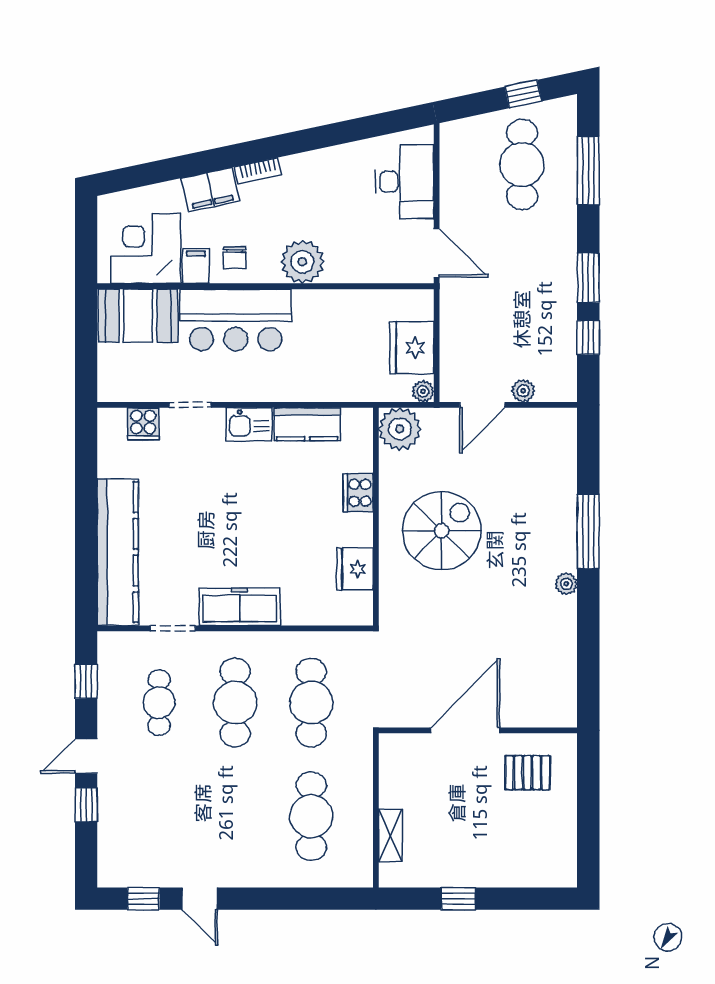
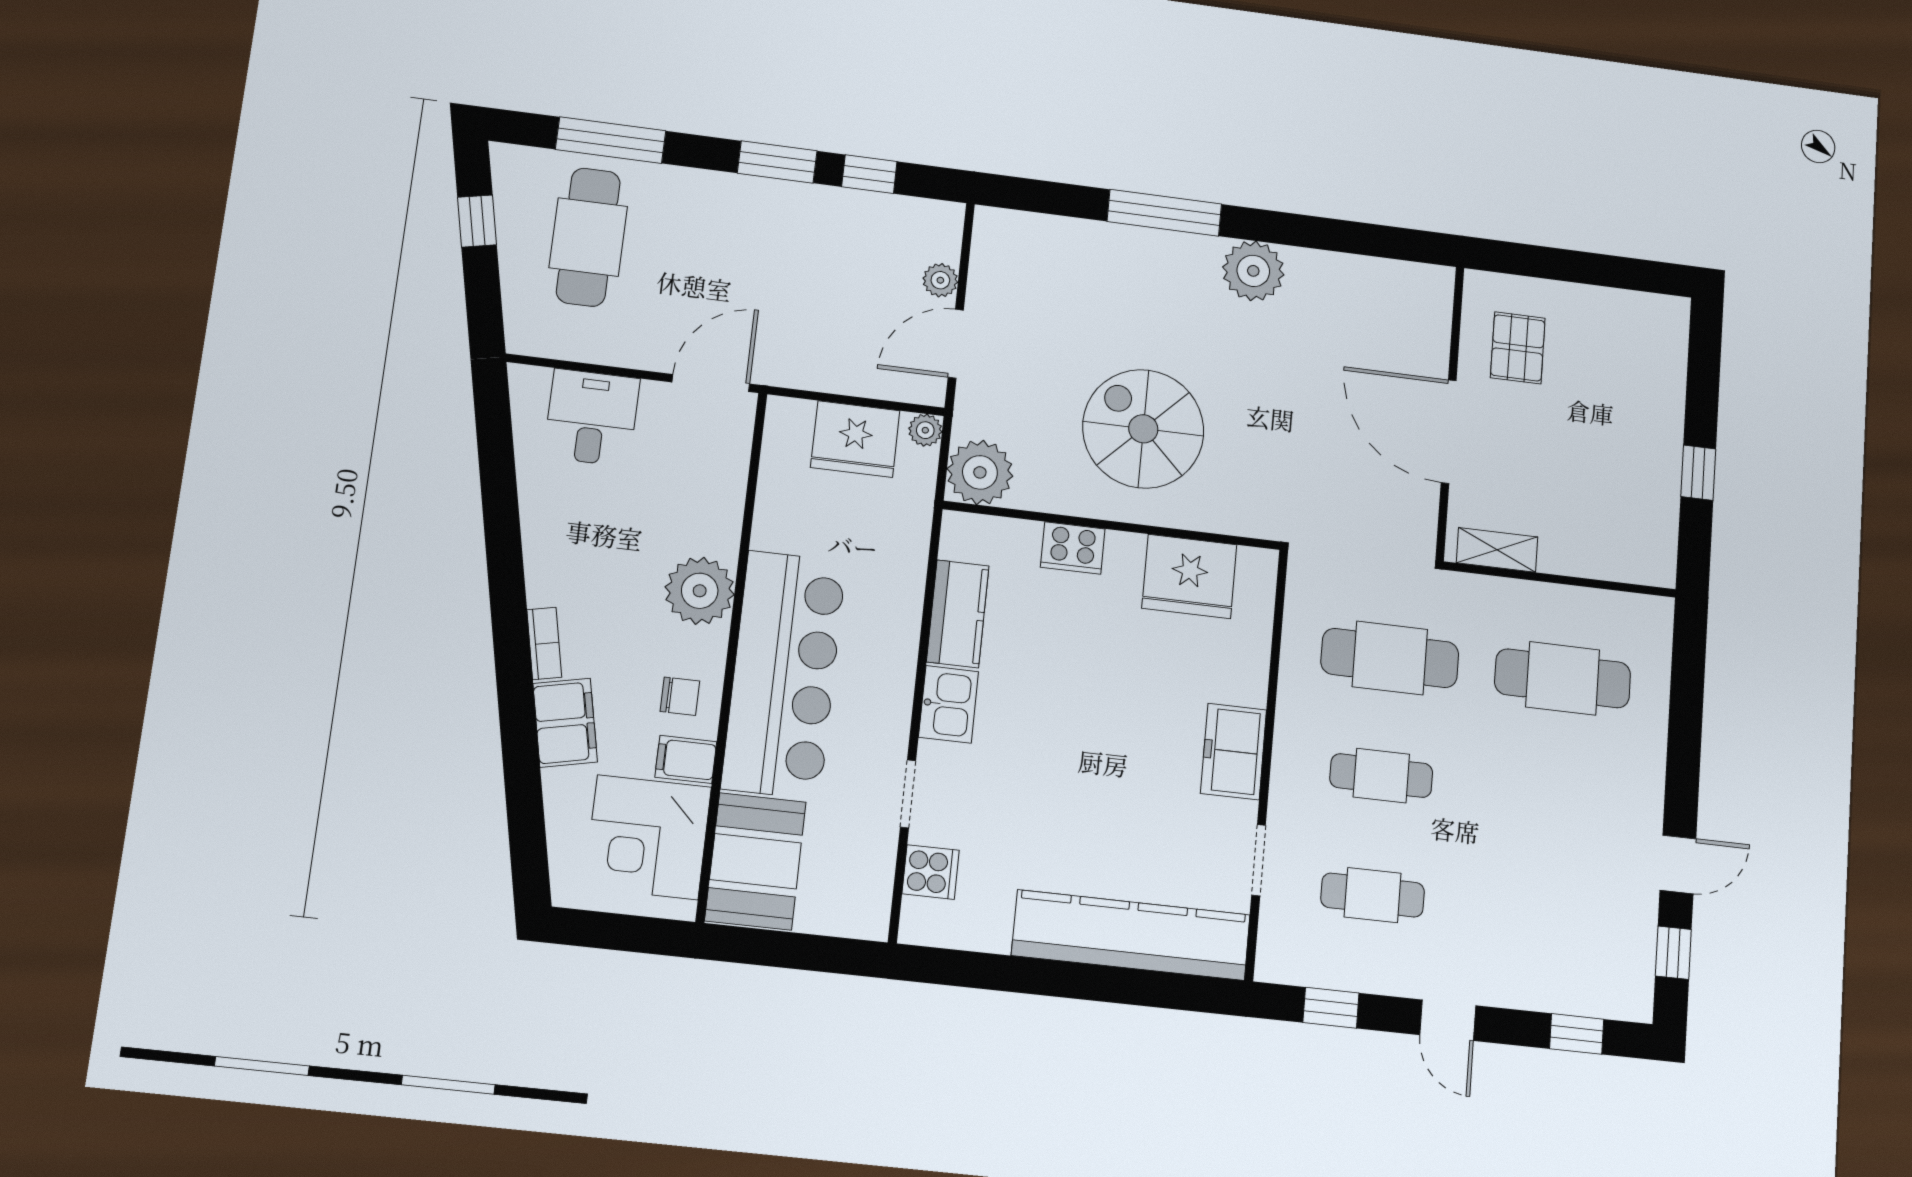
cafe table: (522, 165) -> (588, 237), turned 90
desk: (405, 182) -> (592, 418), width x0.73
bar counter: (236, 320) -> (784, 674), width x1.36
door: (482, 405) -> (956, 344), swing flipped
fridge: (355, 569) -> (1189, 576), width x1.36, depth x1.34
plant: (566, 584) -> (1253, 271), width x1.88, depth x1.88
freezer: (240, 607) -> (1234, 752), width x0.71
cafe table: (235, 703) -> (1381, 776), width x0.73, depth x0.74
window: (86, 805) -> (1577, 1034), moved
shelving: (390, 836) -> (1497, 550), moved

